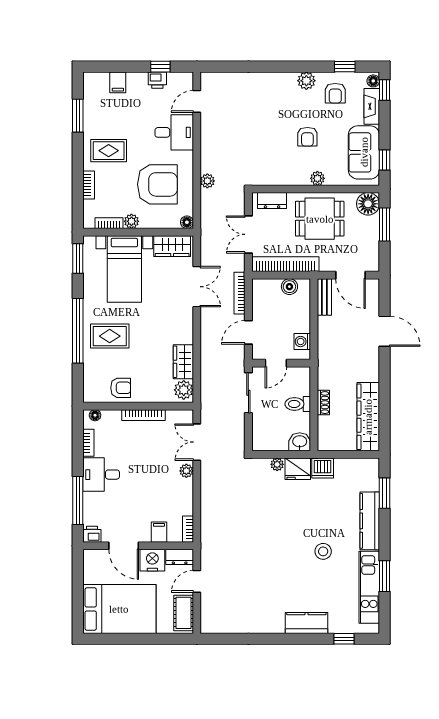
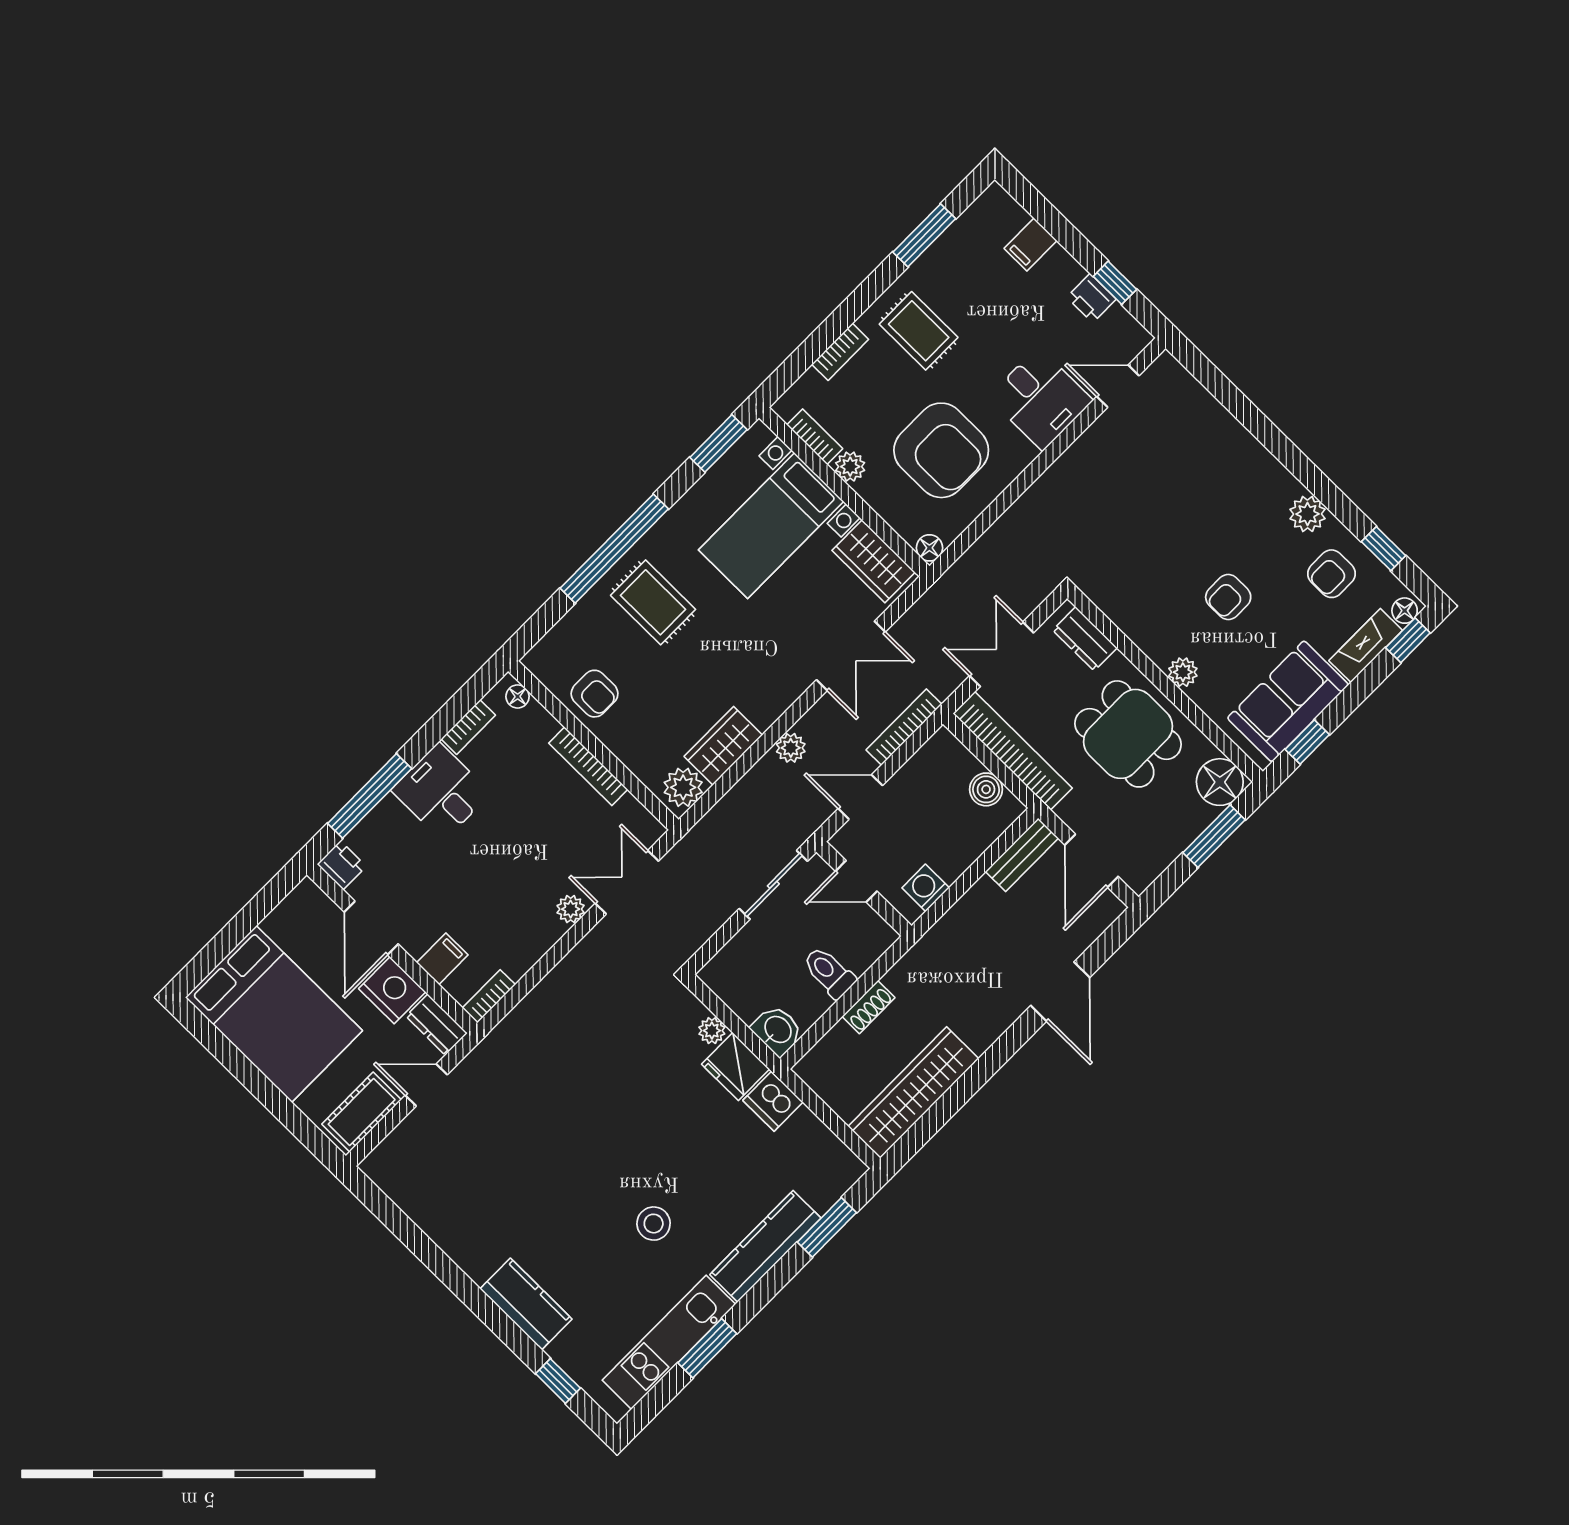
plant: (207, 181) -> (791, 748), moved

